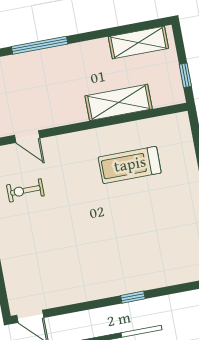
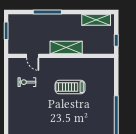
shelving: (119, 102) -> (66, 47), moved
treadmill: (130, 165) -> (70, 87), moved

